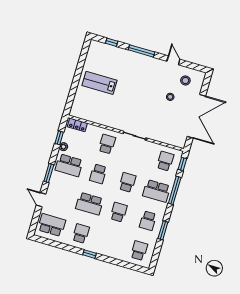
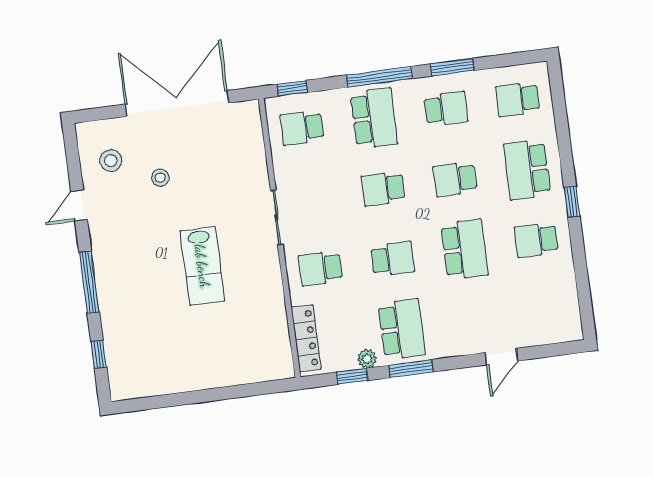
lab bench: (100, 83) -> (202, 266), moved
locker: (77, 125) -> (306, 338), width x1.53
window: (49, 173) -> (411, 369), moved
window: (175, 190) -> (379, 77), moved
school desk: (52, 225) -> (527, 170), moved

